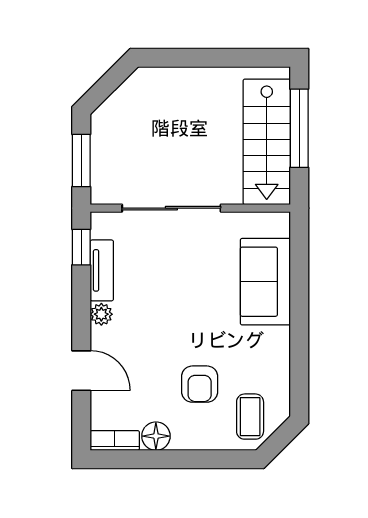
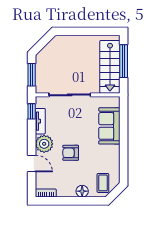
plant: (101, 314) -> (44, 144), width x1.88, depth x1.88
armchair: (200, 384) -> (71, 153), moved, turned 90
floor lamp: (156, 436) -> (82, 191), moved

